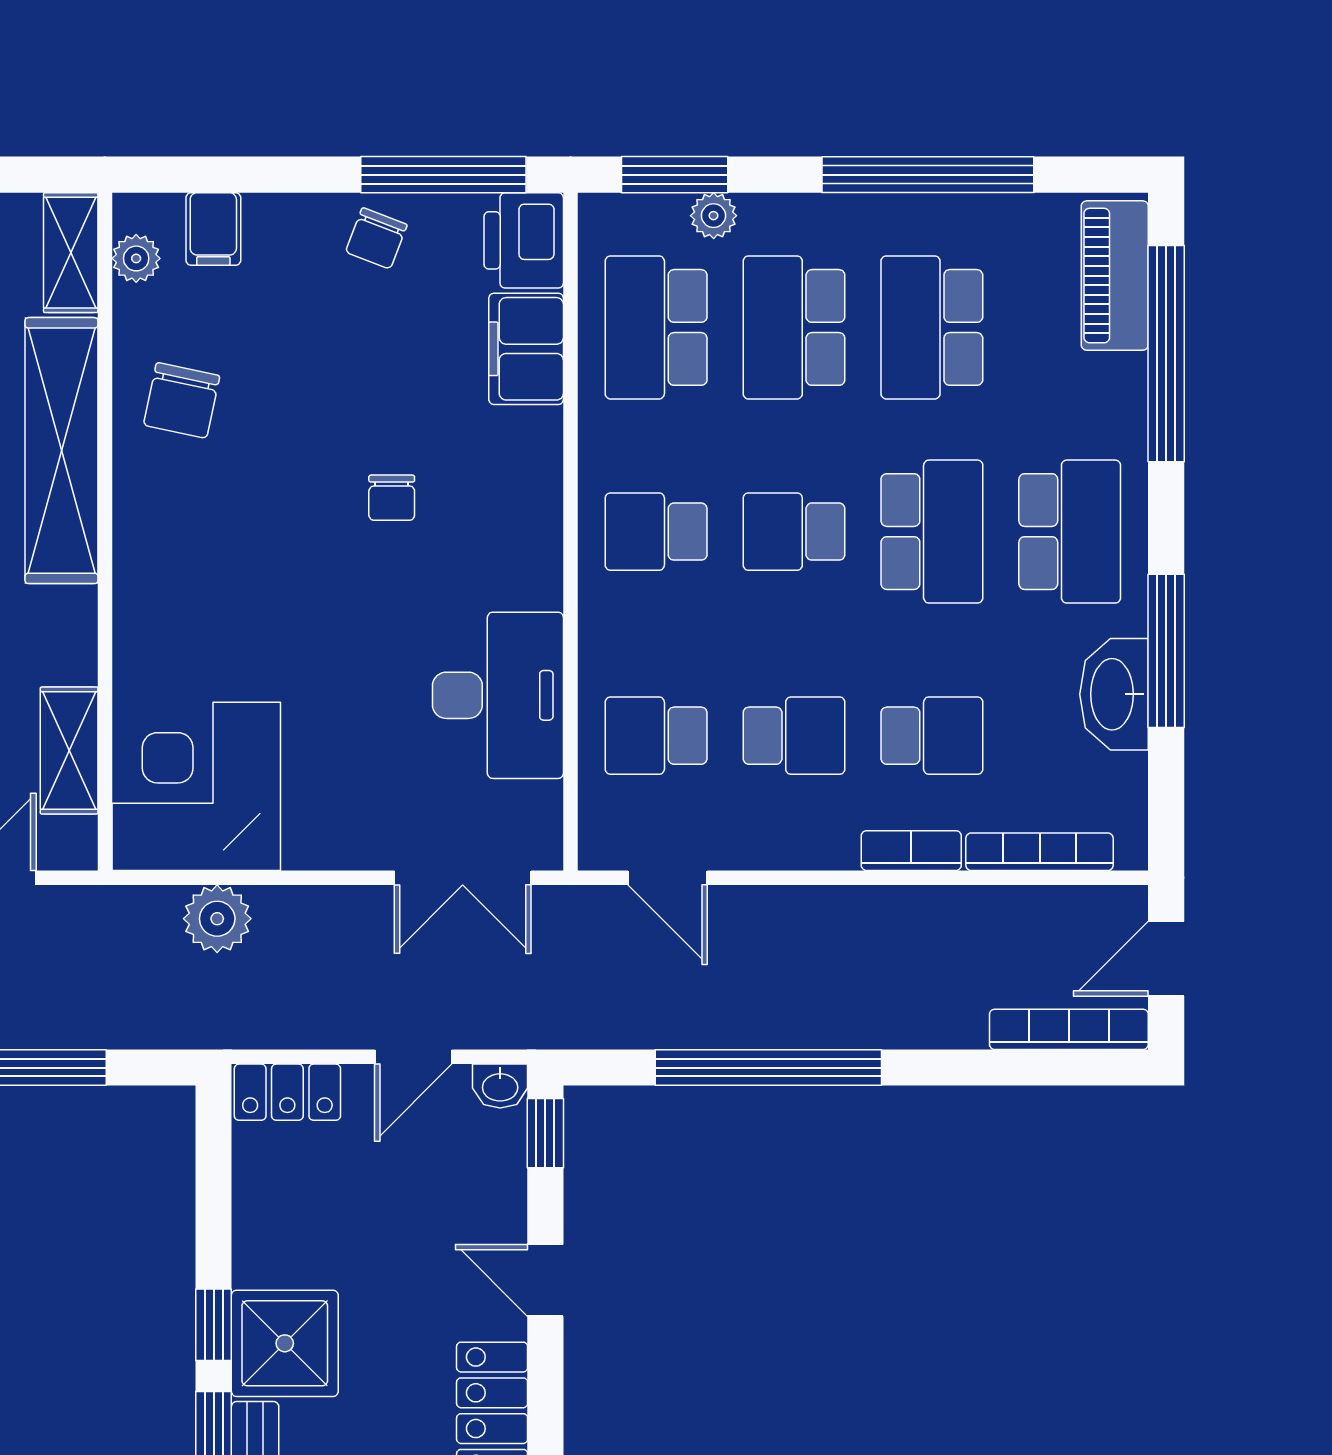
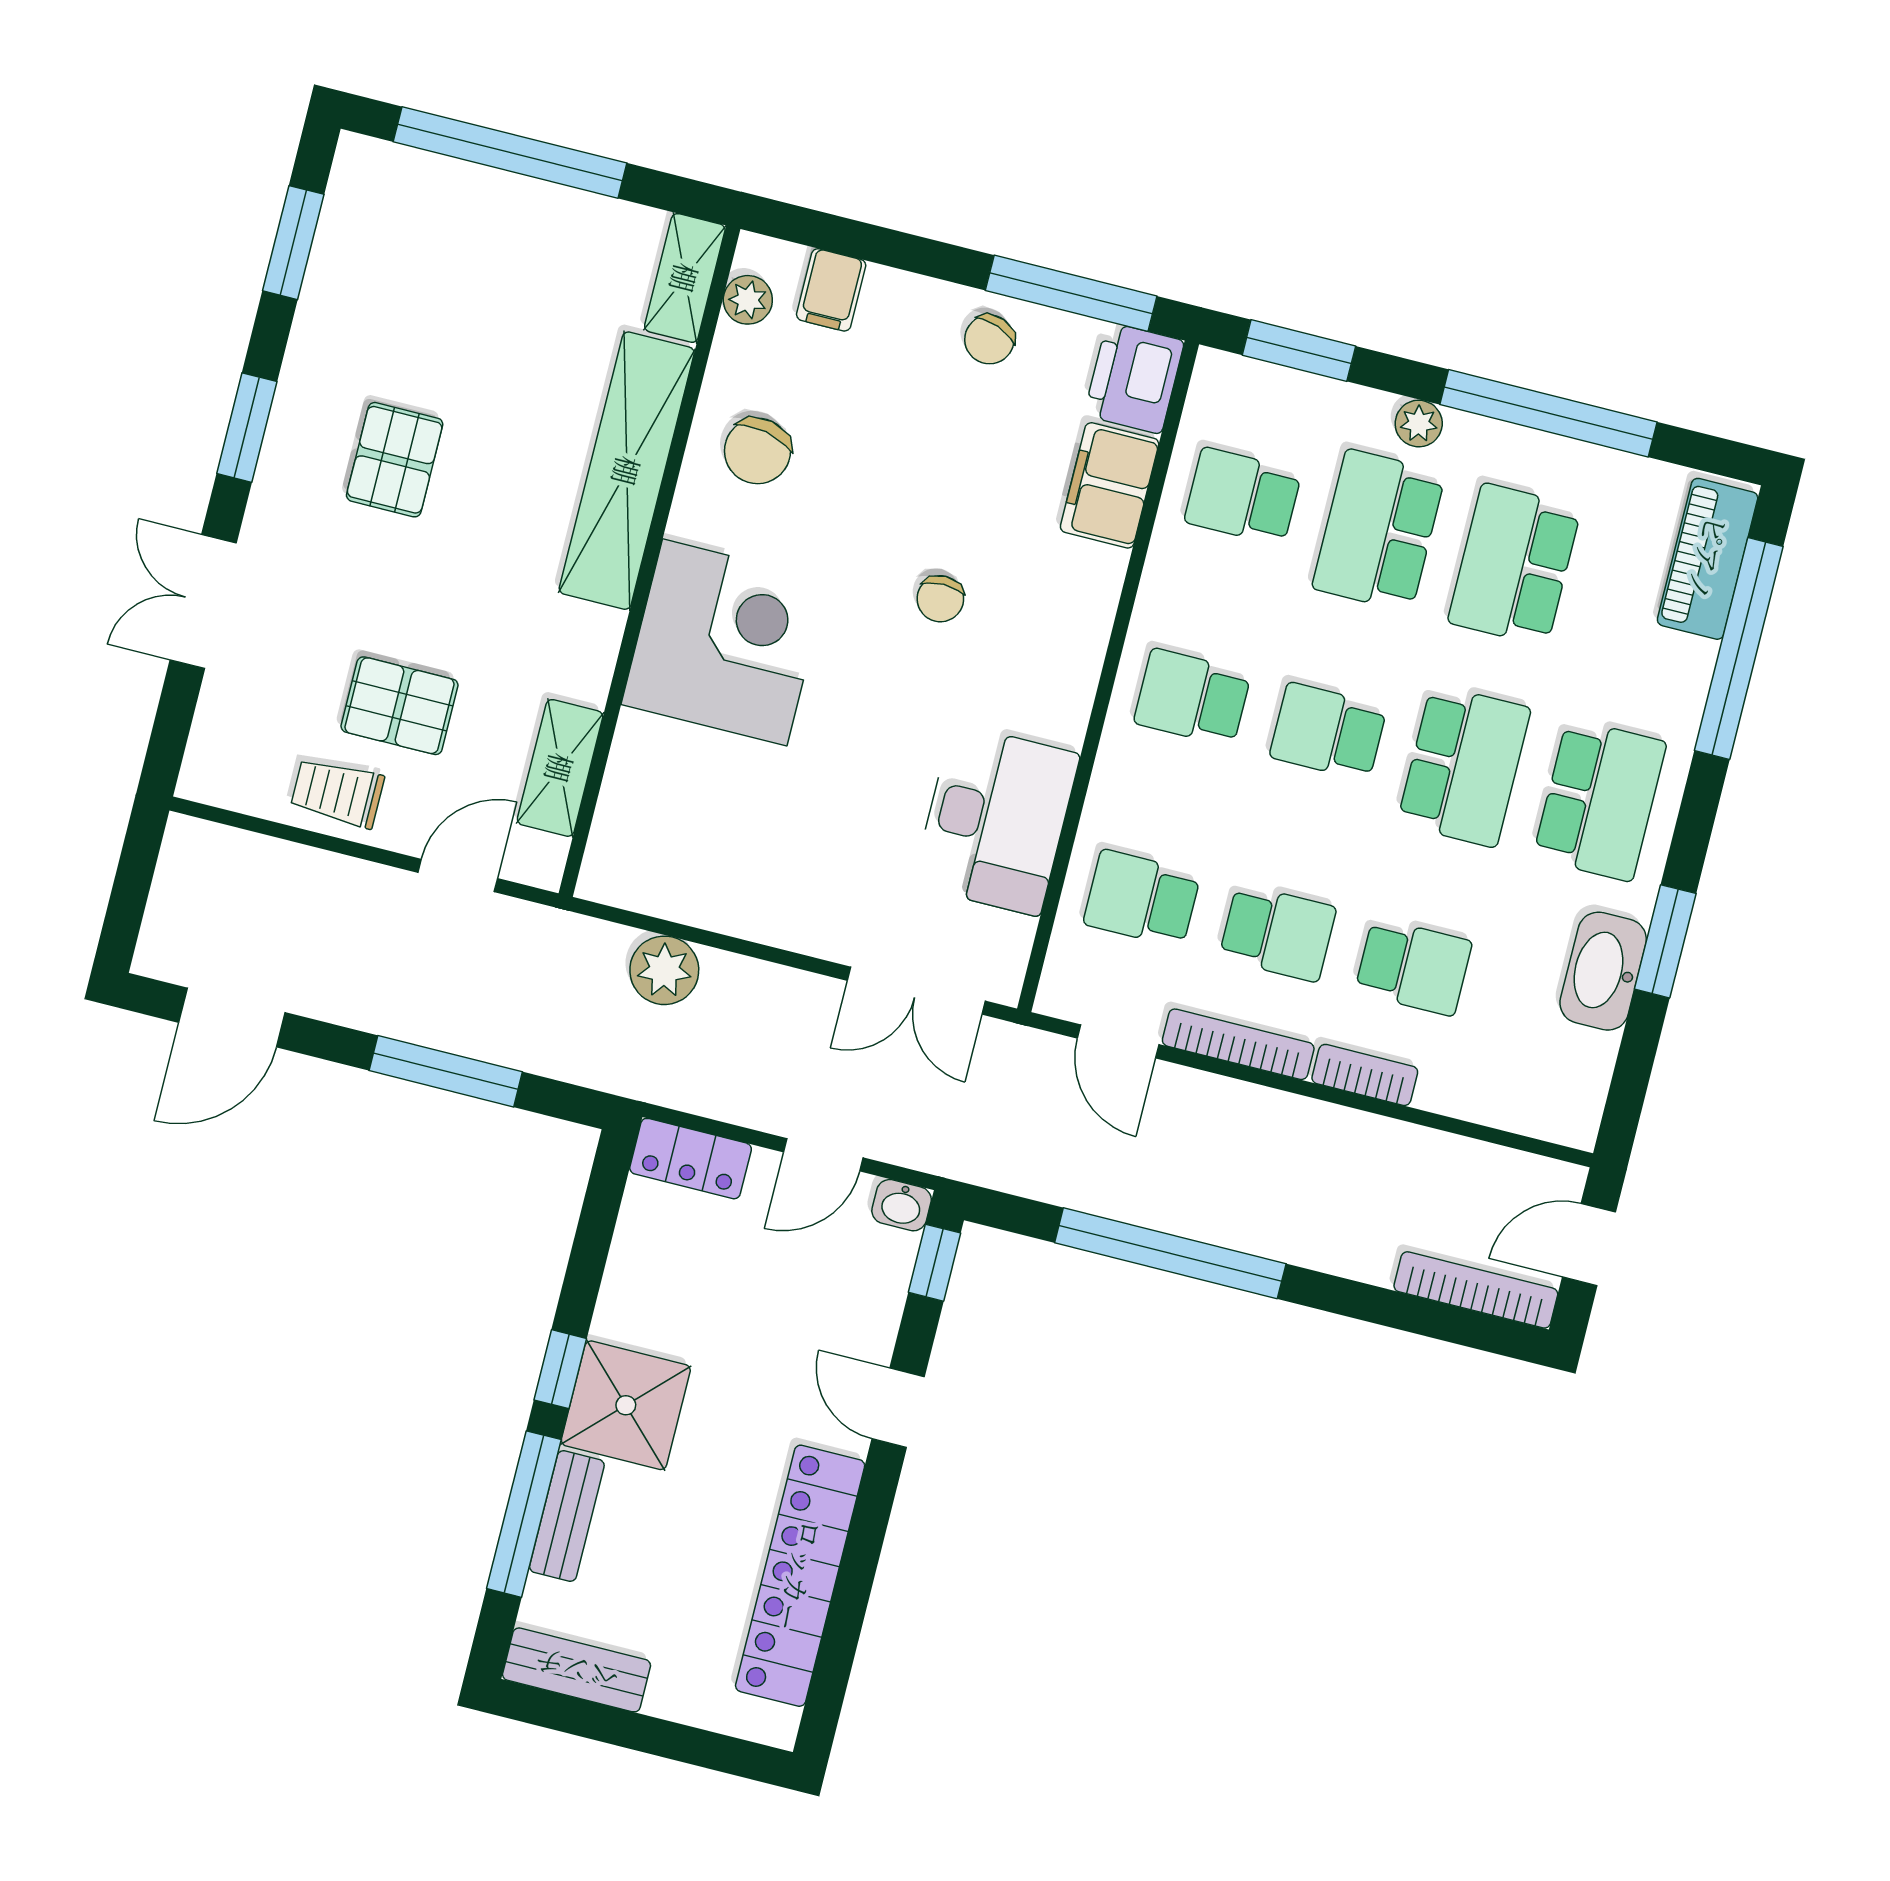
plant: (714, 216) -> (1419, 424), moved
school desk: (656, 327) -> (1243, 497), width x0.54
window: (1166, 651) -> (1665, 941), width x0.69
corner desk: (196, 786) -> (725, 642), moved, turned 90
bookcase: (1040, 852) -> (1238, 1044), moved

